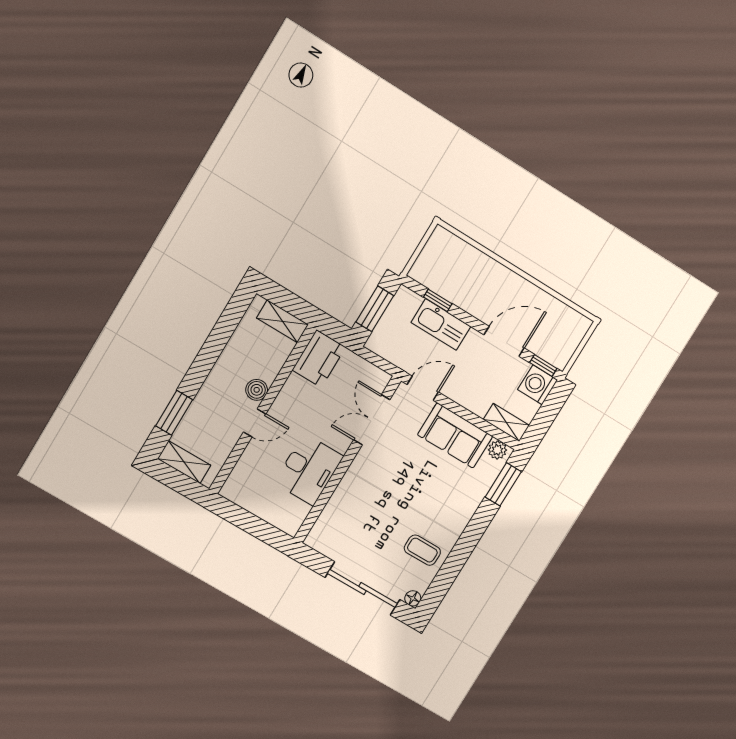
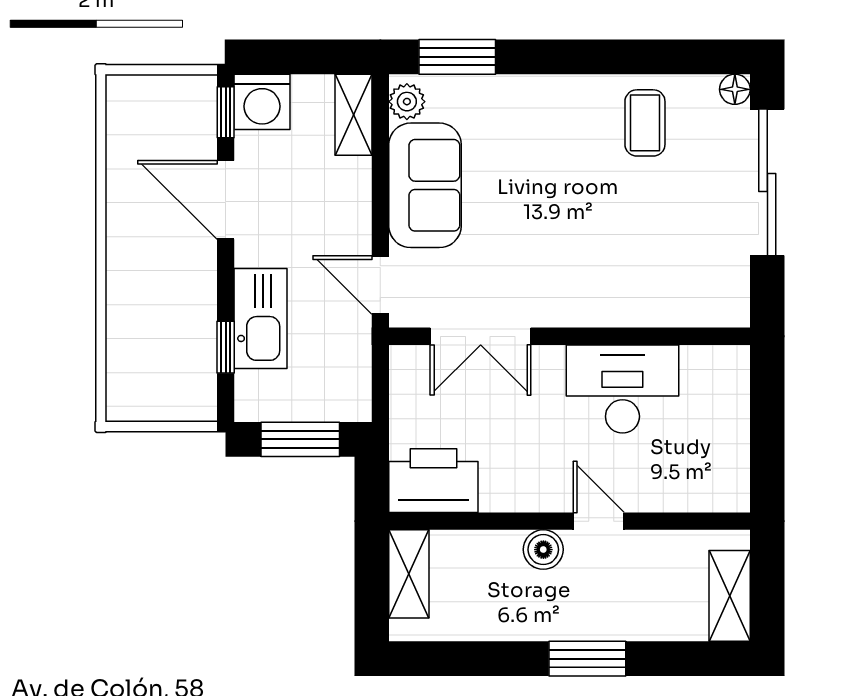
window: (174, 413) -> (587, 659), moved

